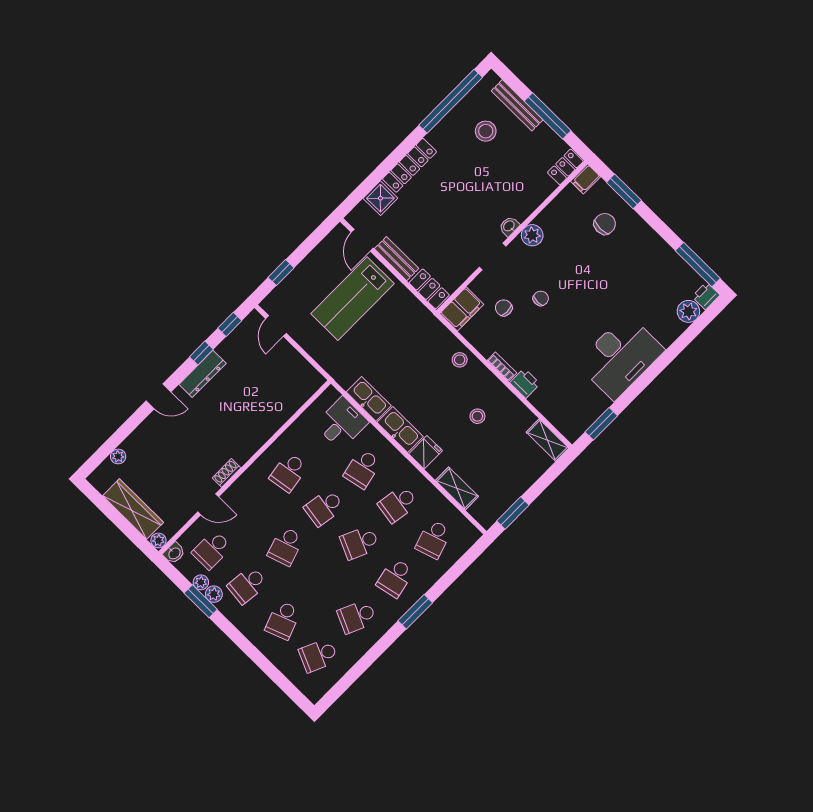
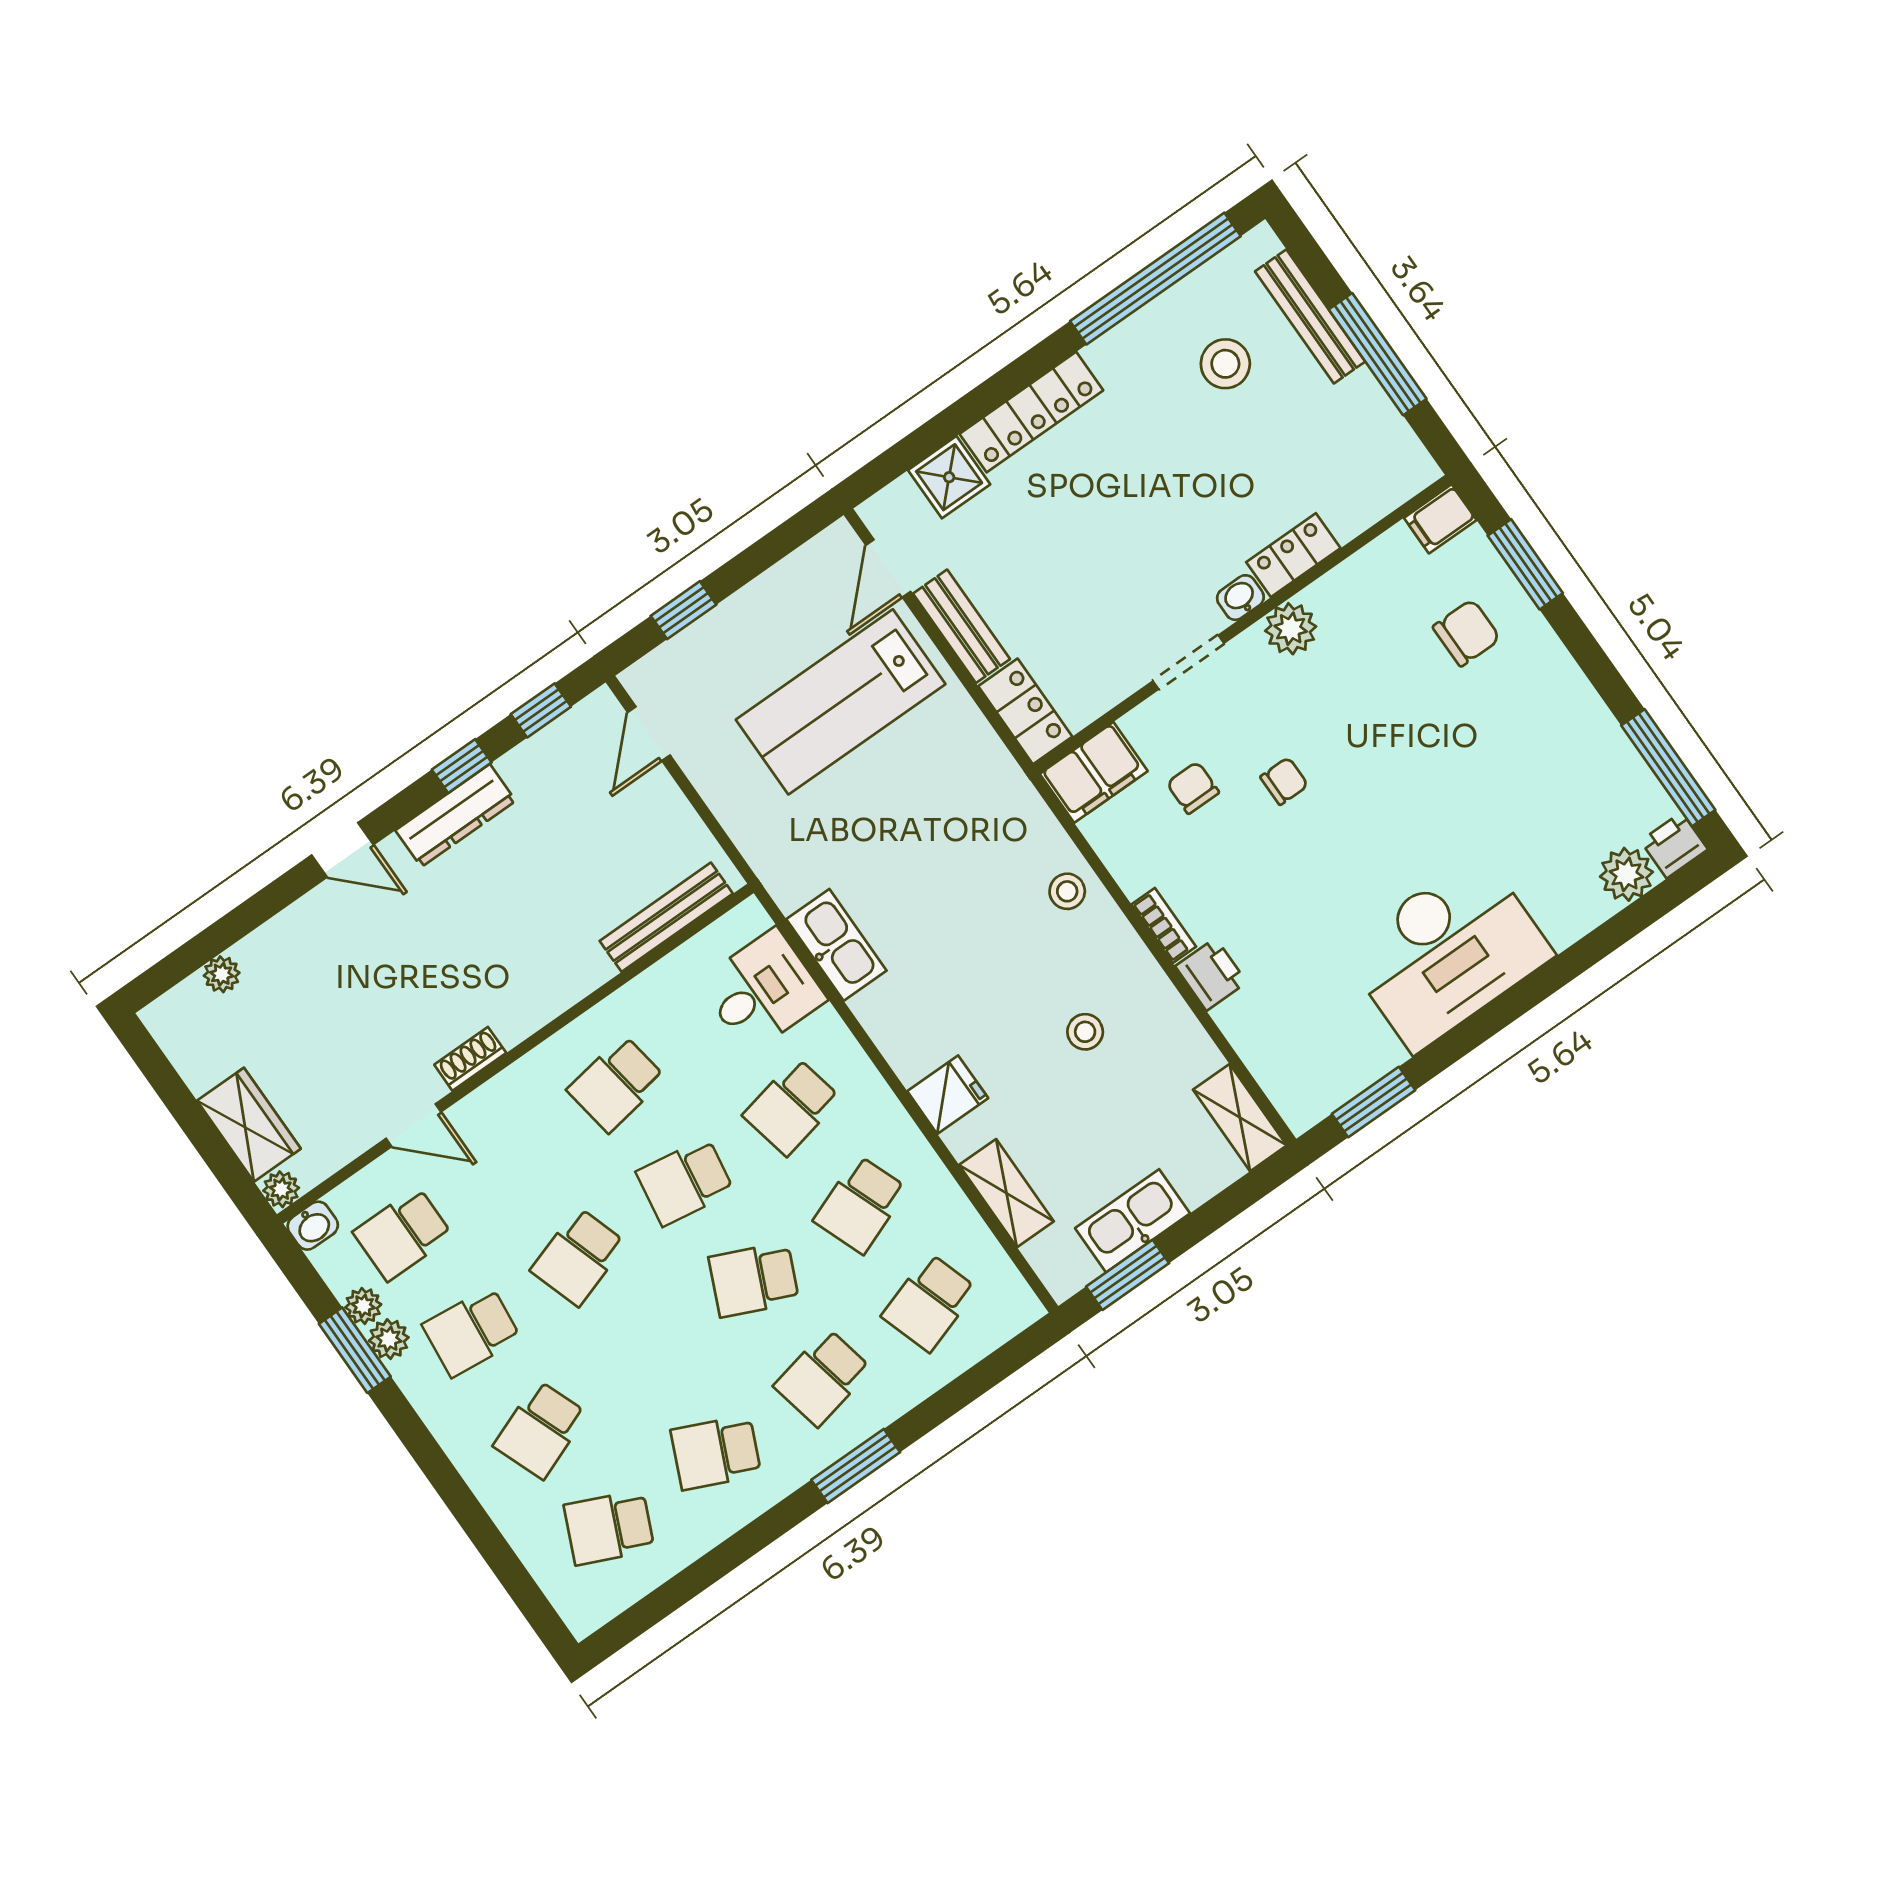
locker: (565, 167) -> (1293, 555), moved
bench: (297, 400) -> (666, 917), added
kitchen sink: (400, 430) -> (1133, 1221), moved, turned -90
school desk: (398, 504) -> (861, 1205), turned -30
wardrobe: (133, 509) -> (249, 1125), width x0.67

